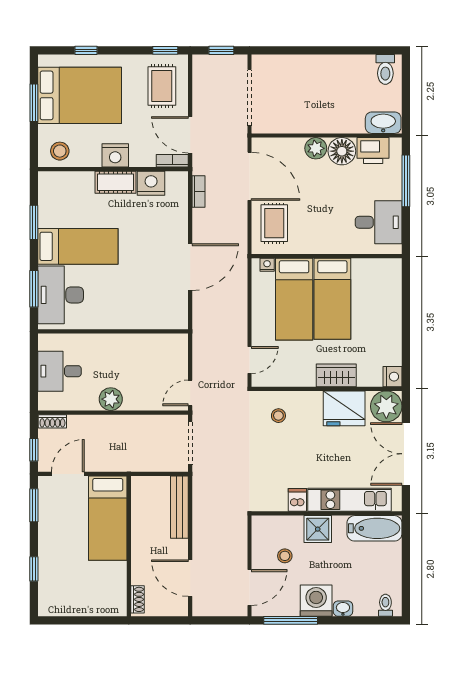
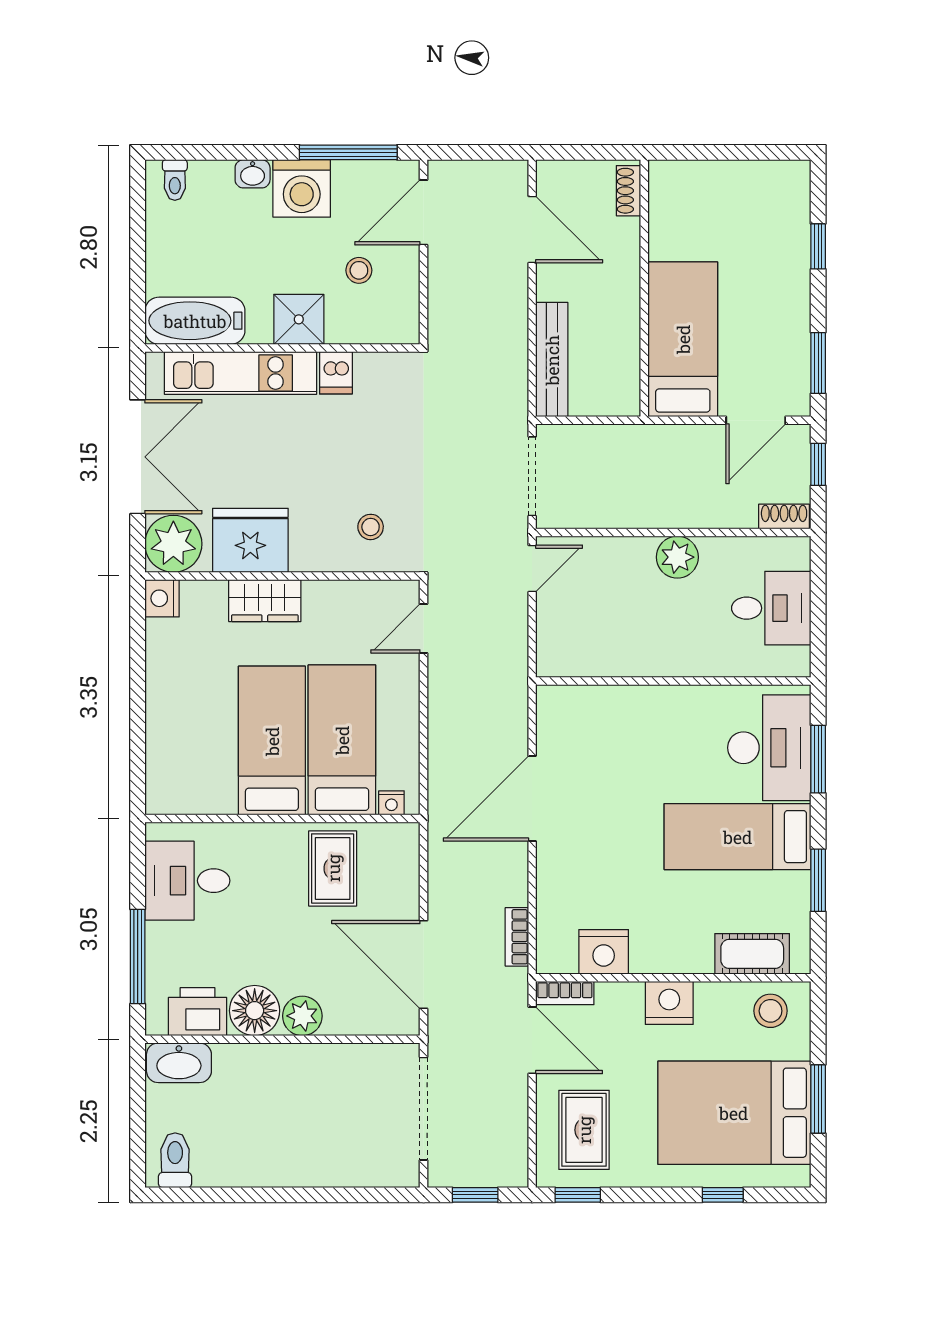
cot: (115, 182) -> (752, 954), moved
rug: (274, 223) -> (333, 868), moved

